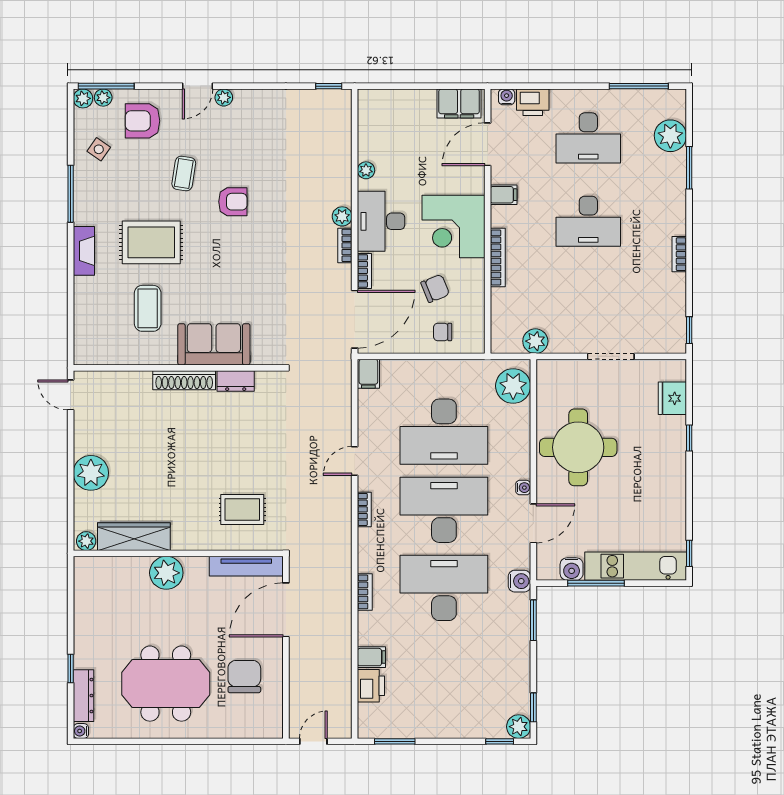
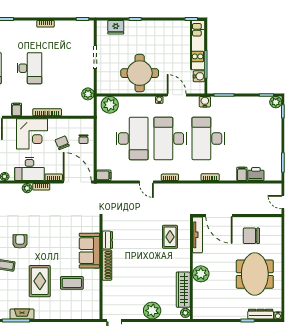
fireplace: (84, 251) -> (22, 314), moved

